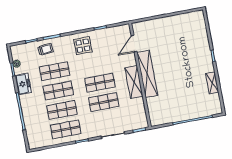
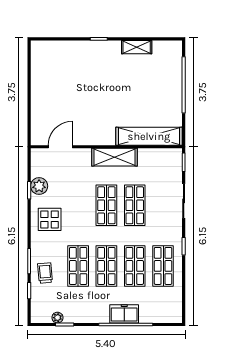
plant: (104, 34) -> (39, 186), added
door: (134, 44) -> (60, 147), swing flipped
shelving: (147, 74) -> (149, 136), moved
freezer: (23, 84) -> (124, 314), moved

